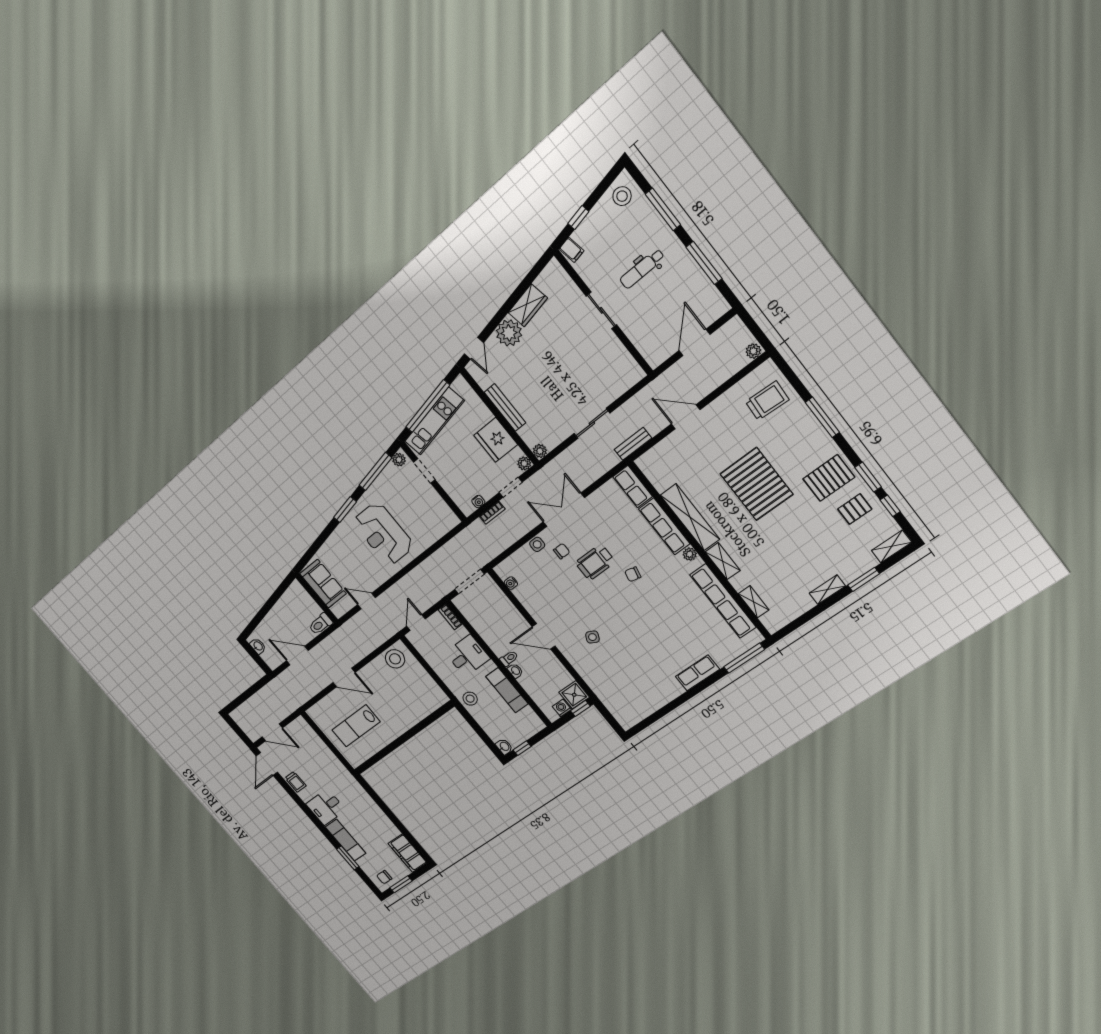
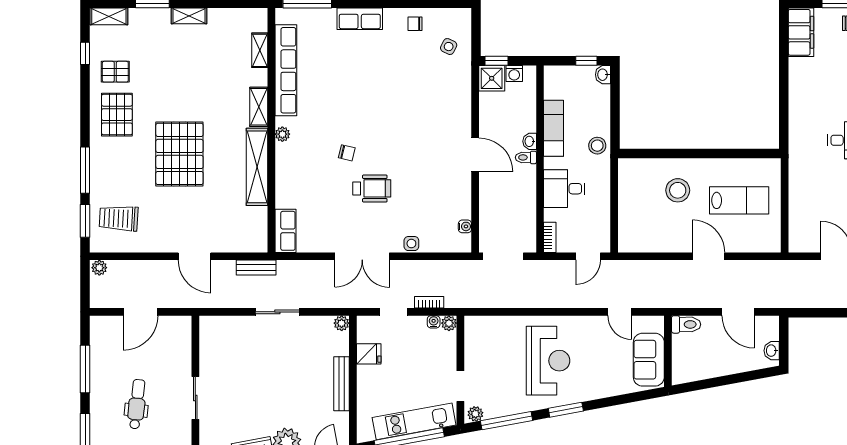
dental chair: (642, 269) -> (137, 404), turned -84
fridge: (496, 440) -> (369, 354), width x0.53, depth x0.75
plant: (524, 463) -> (449, 323), moved
window: (868, 477) -> (85, 221), moved
pallet: (829, 478) -> (117, 115), turned 90
row of seats: (664, 526) -> (285, 175), removed
chair: (562, 551) -> (415, 24), moved
side table: (592, 637) -> (449, 47), moved
stool: (395, 659) -> (678, 190), moved

